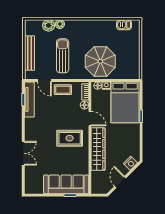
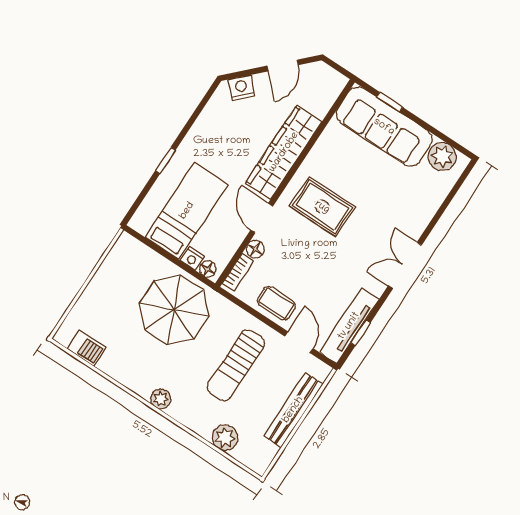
plant: (60, 24) -> (161, 399), moved
bed: (125, 102) -> (187, 211), width x0.67
double door: (23, 153) -> (405, 266), moved
plant: (36, 187) -> (442, 157), added

